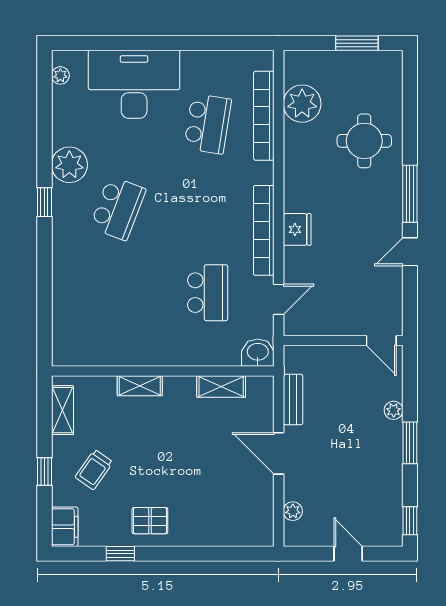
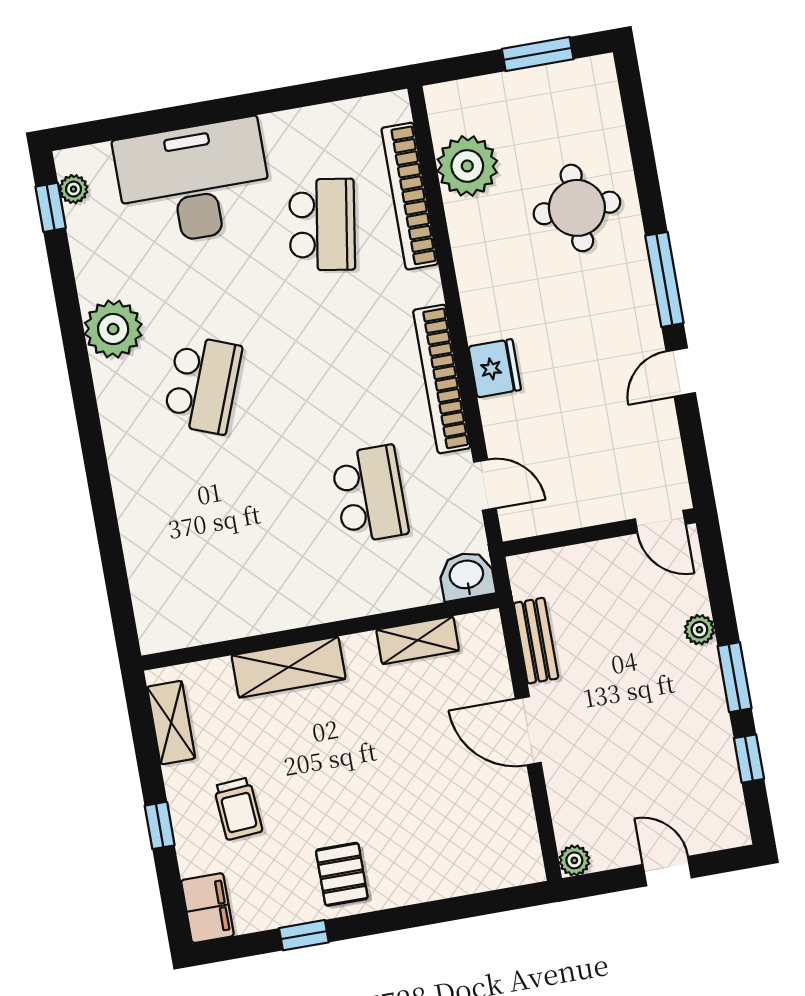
window: (44, 202) -> (51, 207), moved
door: (279, 299) -> (485, 485), hinge flipped
shelving: (140, 386) -> (289, 667), width x1.50, depth x1.33
trolley: (94, 470) -> (238, 809), turned -39
plant: (293, 511) -> (574, 860), moved
pallet: (150, 521) -> (342, 874), turned 90
window: (410, 521) -> (749, 759), moved

